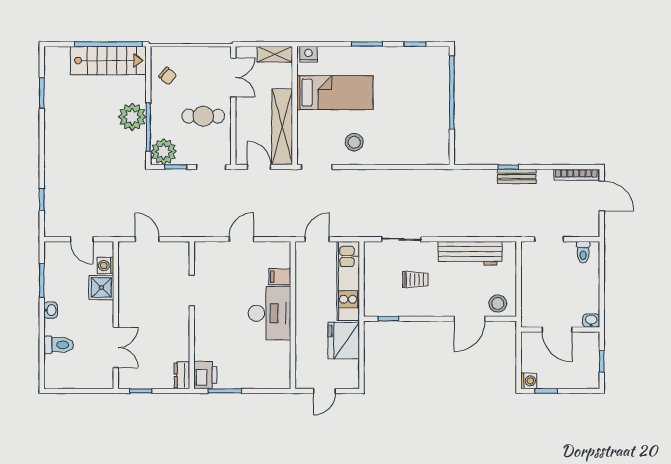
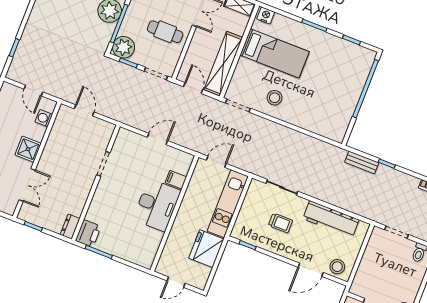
bench: (517, 176) -> (362, 162), moved
shower: (101, 287) -> (28, 149), moved

